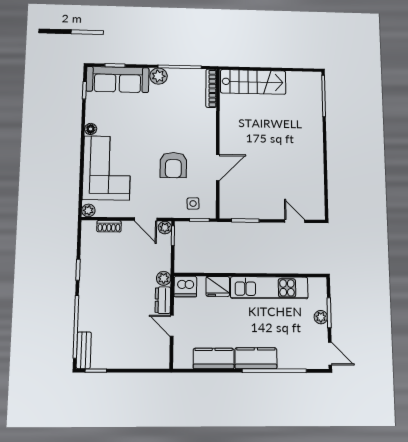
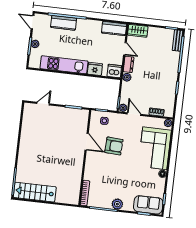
sofa: (118, 79) -> (148, 205), width x0.73
stairs: (253, 82) -> (35, 192), moved
armchair: (173, 165) -> (114, 146), turned 93
door: (218, 167) -> (87, 142), swing flipped
door: (295, 221) -> (43, 104), swing flipped
kitchen counter: (256, 358) -> (64, 23), moved
wardrobe: (153, 359) -> (138, 31), added
kitchen counter: (214, 359) -> (114, 28), moved

